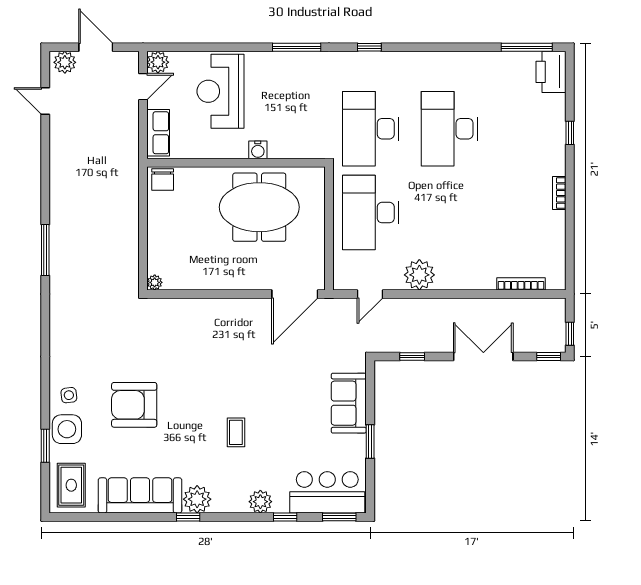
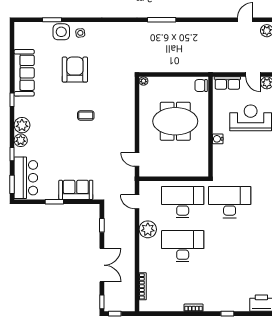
desk: (449, 129) -> (183, 246), moved
meeting table: (259, 207) -> (175, 121), moved, turned 90
door: (295, 294) -> (137, 160), width x0.53
coffee table: (236, 432) -> (86, 115), moved
rug: (71, 485) -> (30, 34), removed
plant: (197, 499) -> (22, 125), moved

